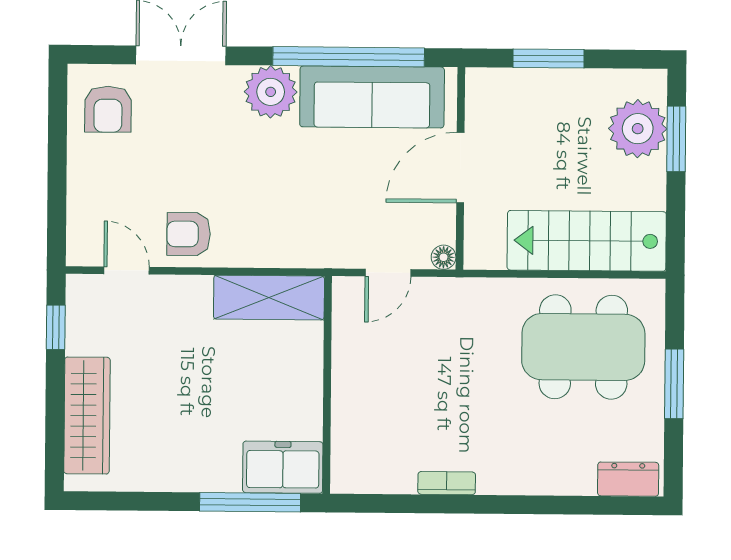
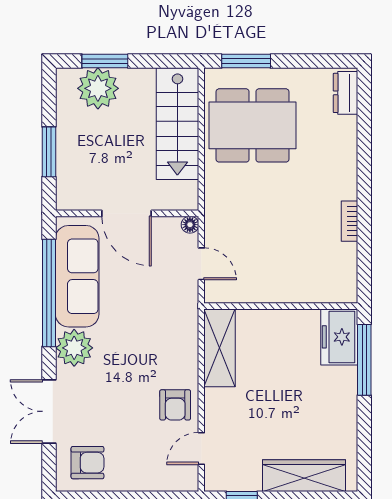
dining table: (583, 347) -> (252, 125), turned 90
window: (674, 384) -> (246, 61), moved

